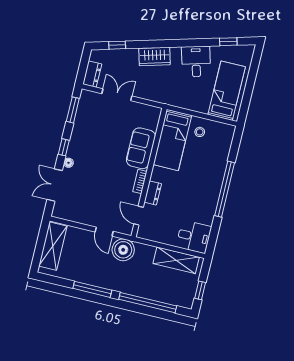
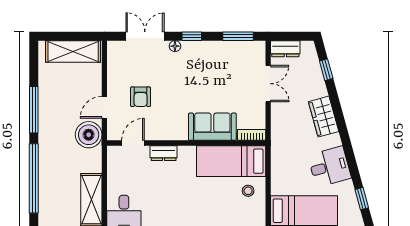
bookcase: (140, 182) -> (252, 135), moved
armchair: (103, 200) -> (141, 97), added

